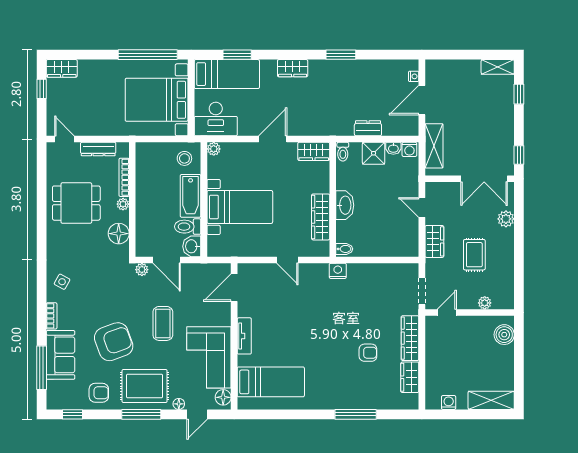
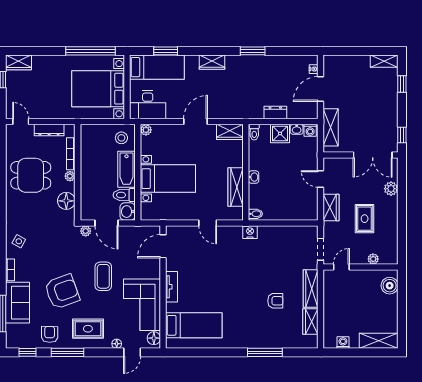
washbasin: (345, 205) -> (254, 177), width x0.52, depth x0.69
rug: (145, 386) -> (88, 329), width x0.73, depth x0.70
armchair: (99, 393) -> (50, 334), turned -89
window: (141, 414) -> (67, 352), moved

